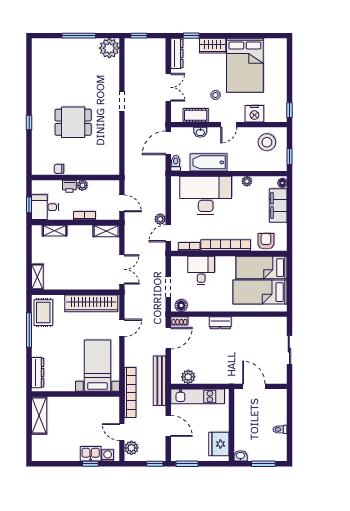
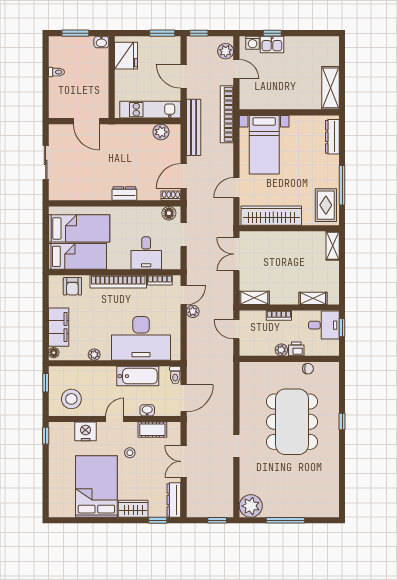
dining table: (73, 122) -> (292, 422), width x1.88, depth x1.24

